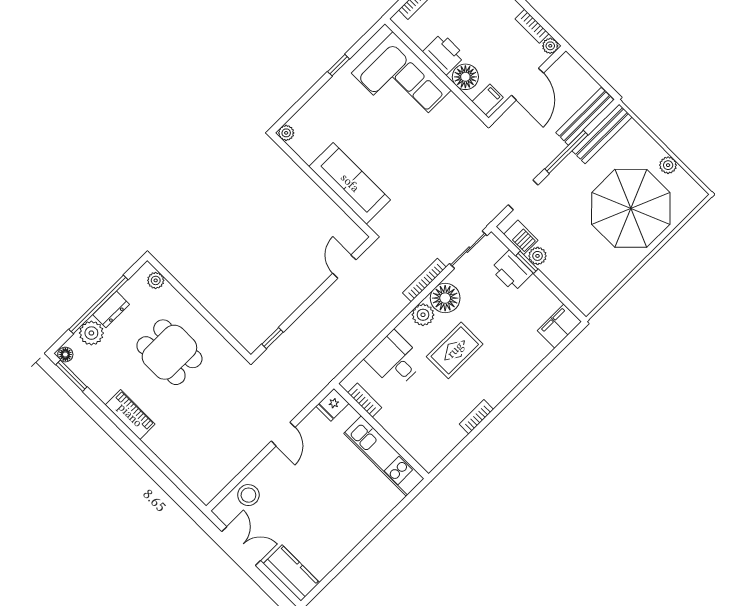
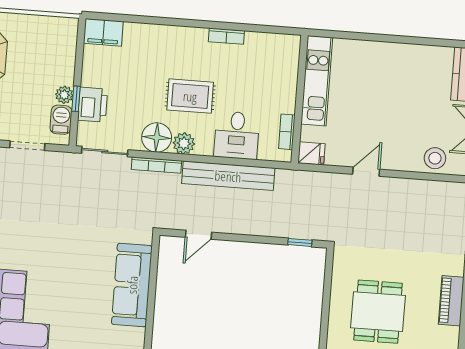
bench: (370, 327) -> (228, 176), added

